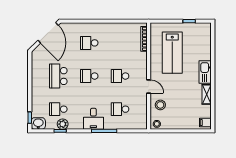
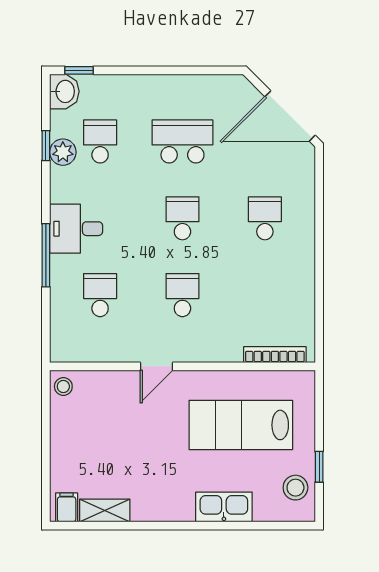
kitchen sink: (205, 72) -> (224, 507), moved
shelving: (207, 94) -> (105, 511), moved
stool: (160, 105) -> (295, 488), moved

